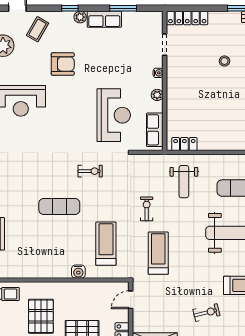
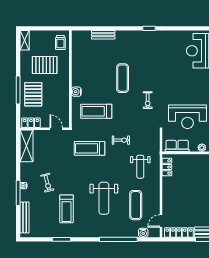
weight bench: (184, 182) -> (140, 167), turned -90
treadmill: (106, 244) -> (96, 111), turned 180
treadmill: (158, 253) -> (89, 148), turned 180

